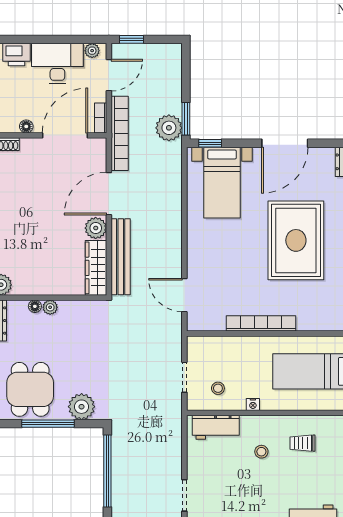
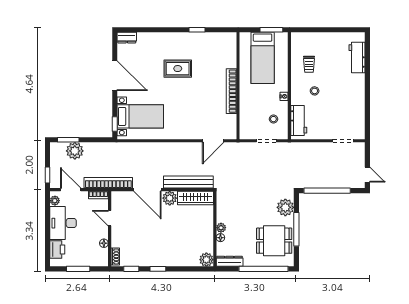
window: (186, 119) -> (68, 140), moved
plant: (169, 128) -> (75, 151), moved
door: (65, 135) -> (110, 218), width x0.53
rug: (296, 240) -> (178, 69), width x0.54, depth x0.49

